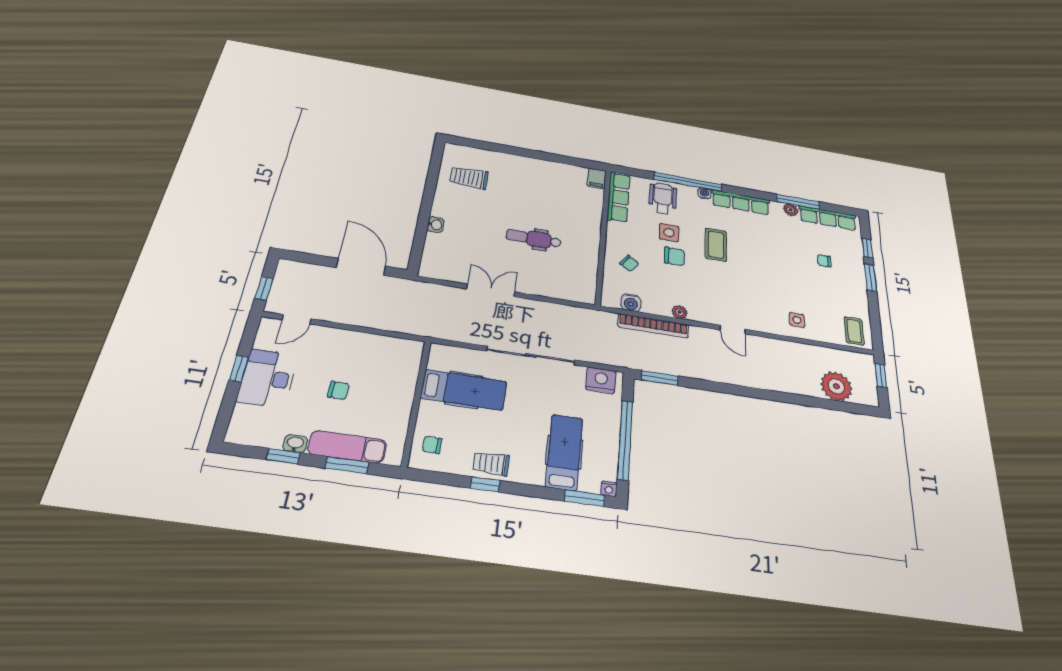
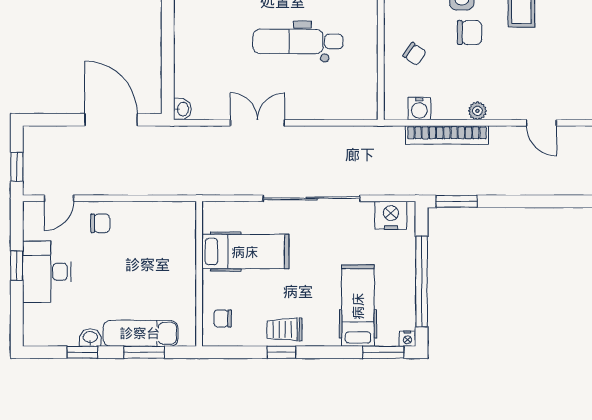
washbasin: (435, 225) -> (182, 109), moved
dental chair: (533, 239) -> (298, 41), width x1.36, depth x1.38
chair: (338, 390) -> (100, 223), moved

